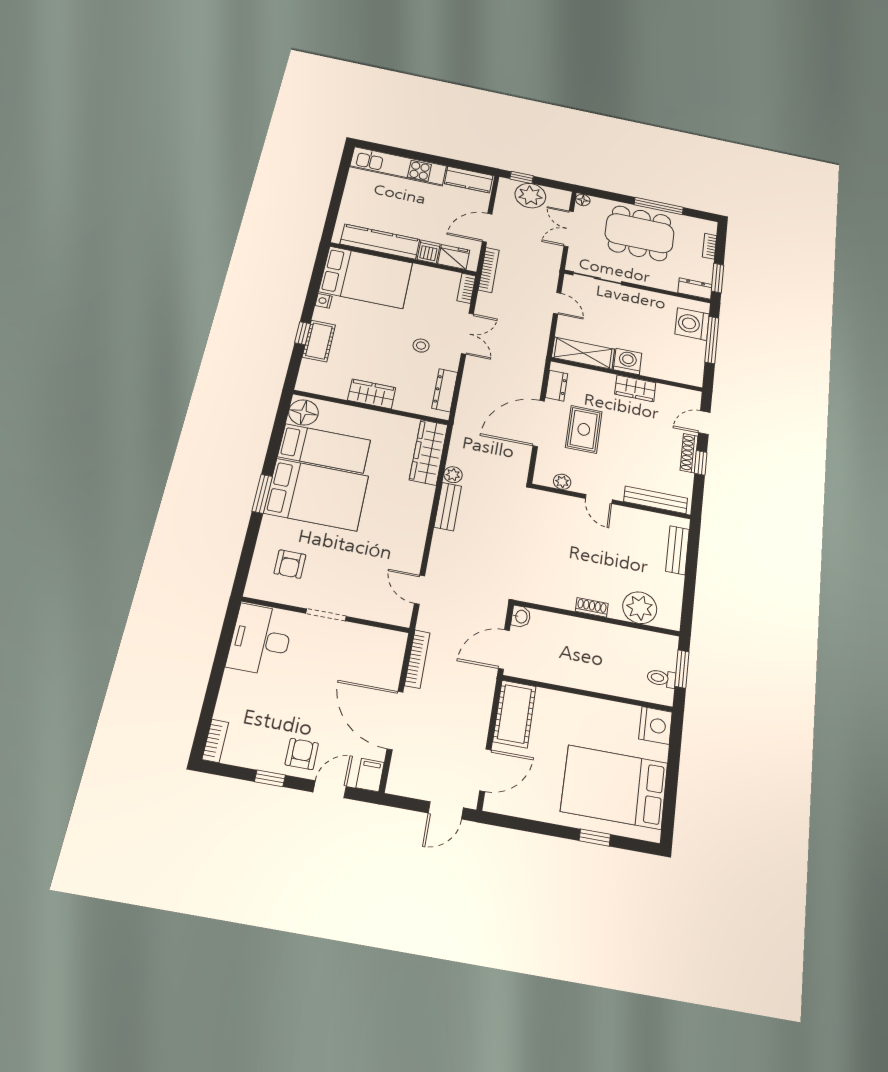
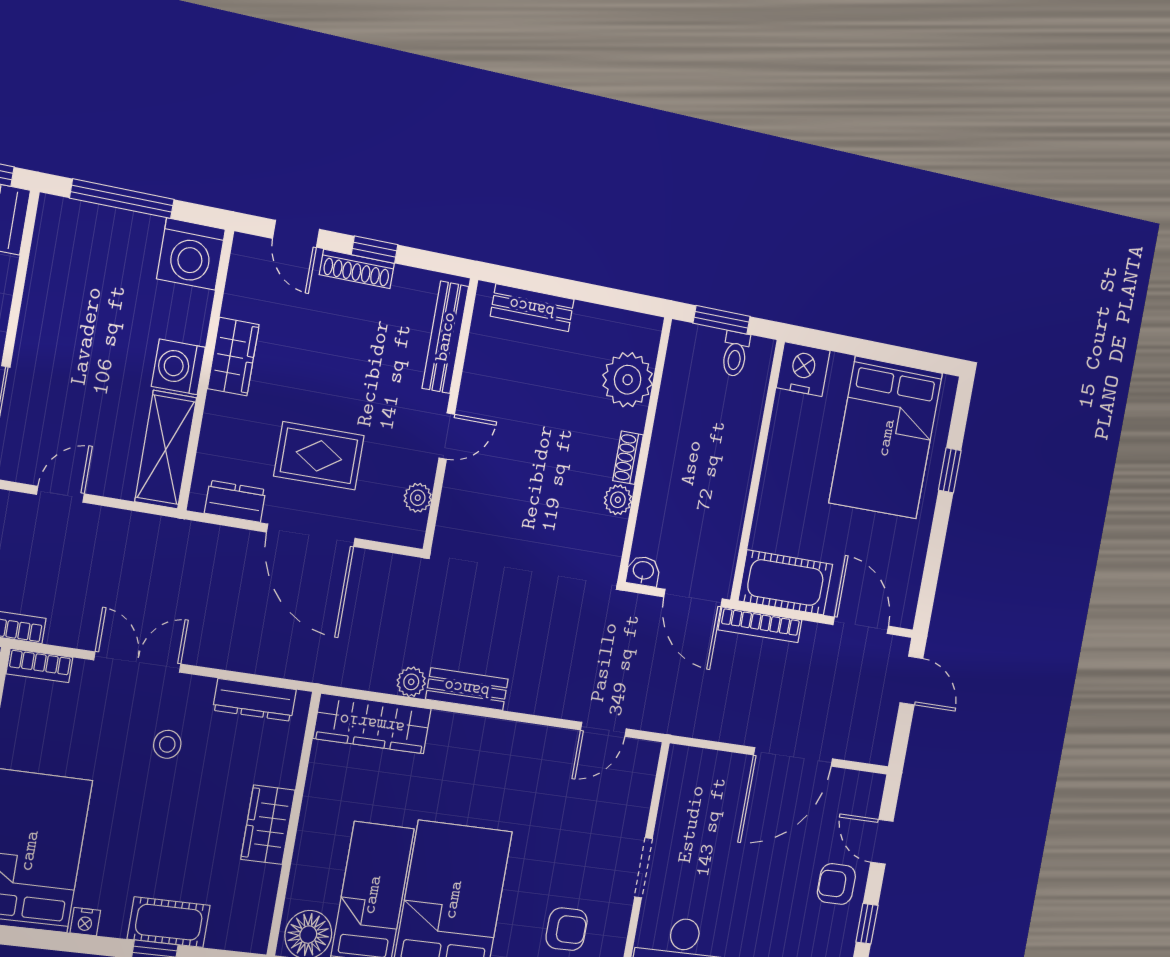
washing machine: (692, 324) -> (191, 254), moved
plant: (565, 601) -> (618, 500), added
bookcase: (417, 659) -> (760, 625), moved, turned 180
filing cabinet: (370, 775) -> (865, 788), removed

